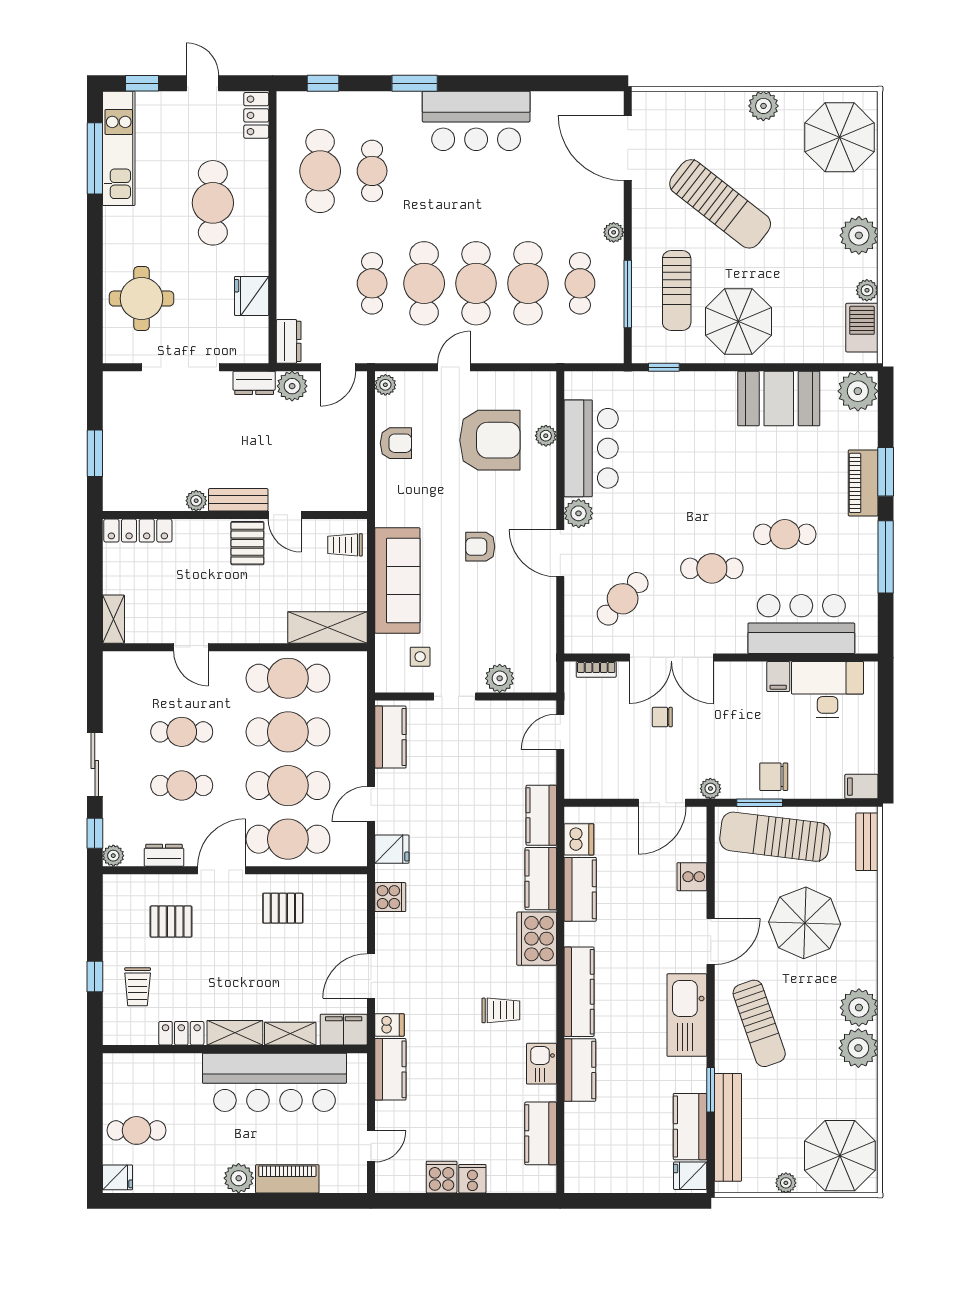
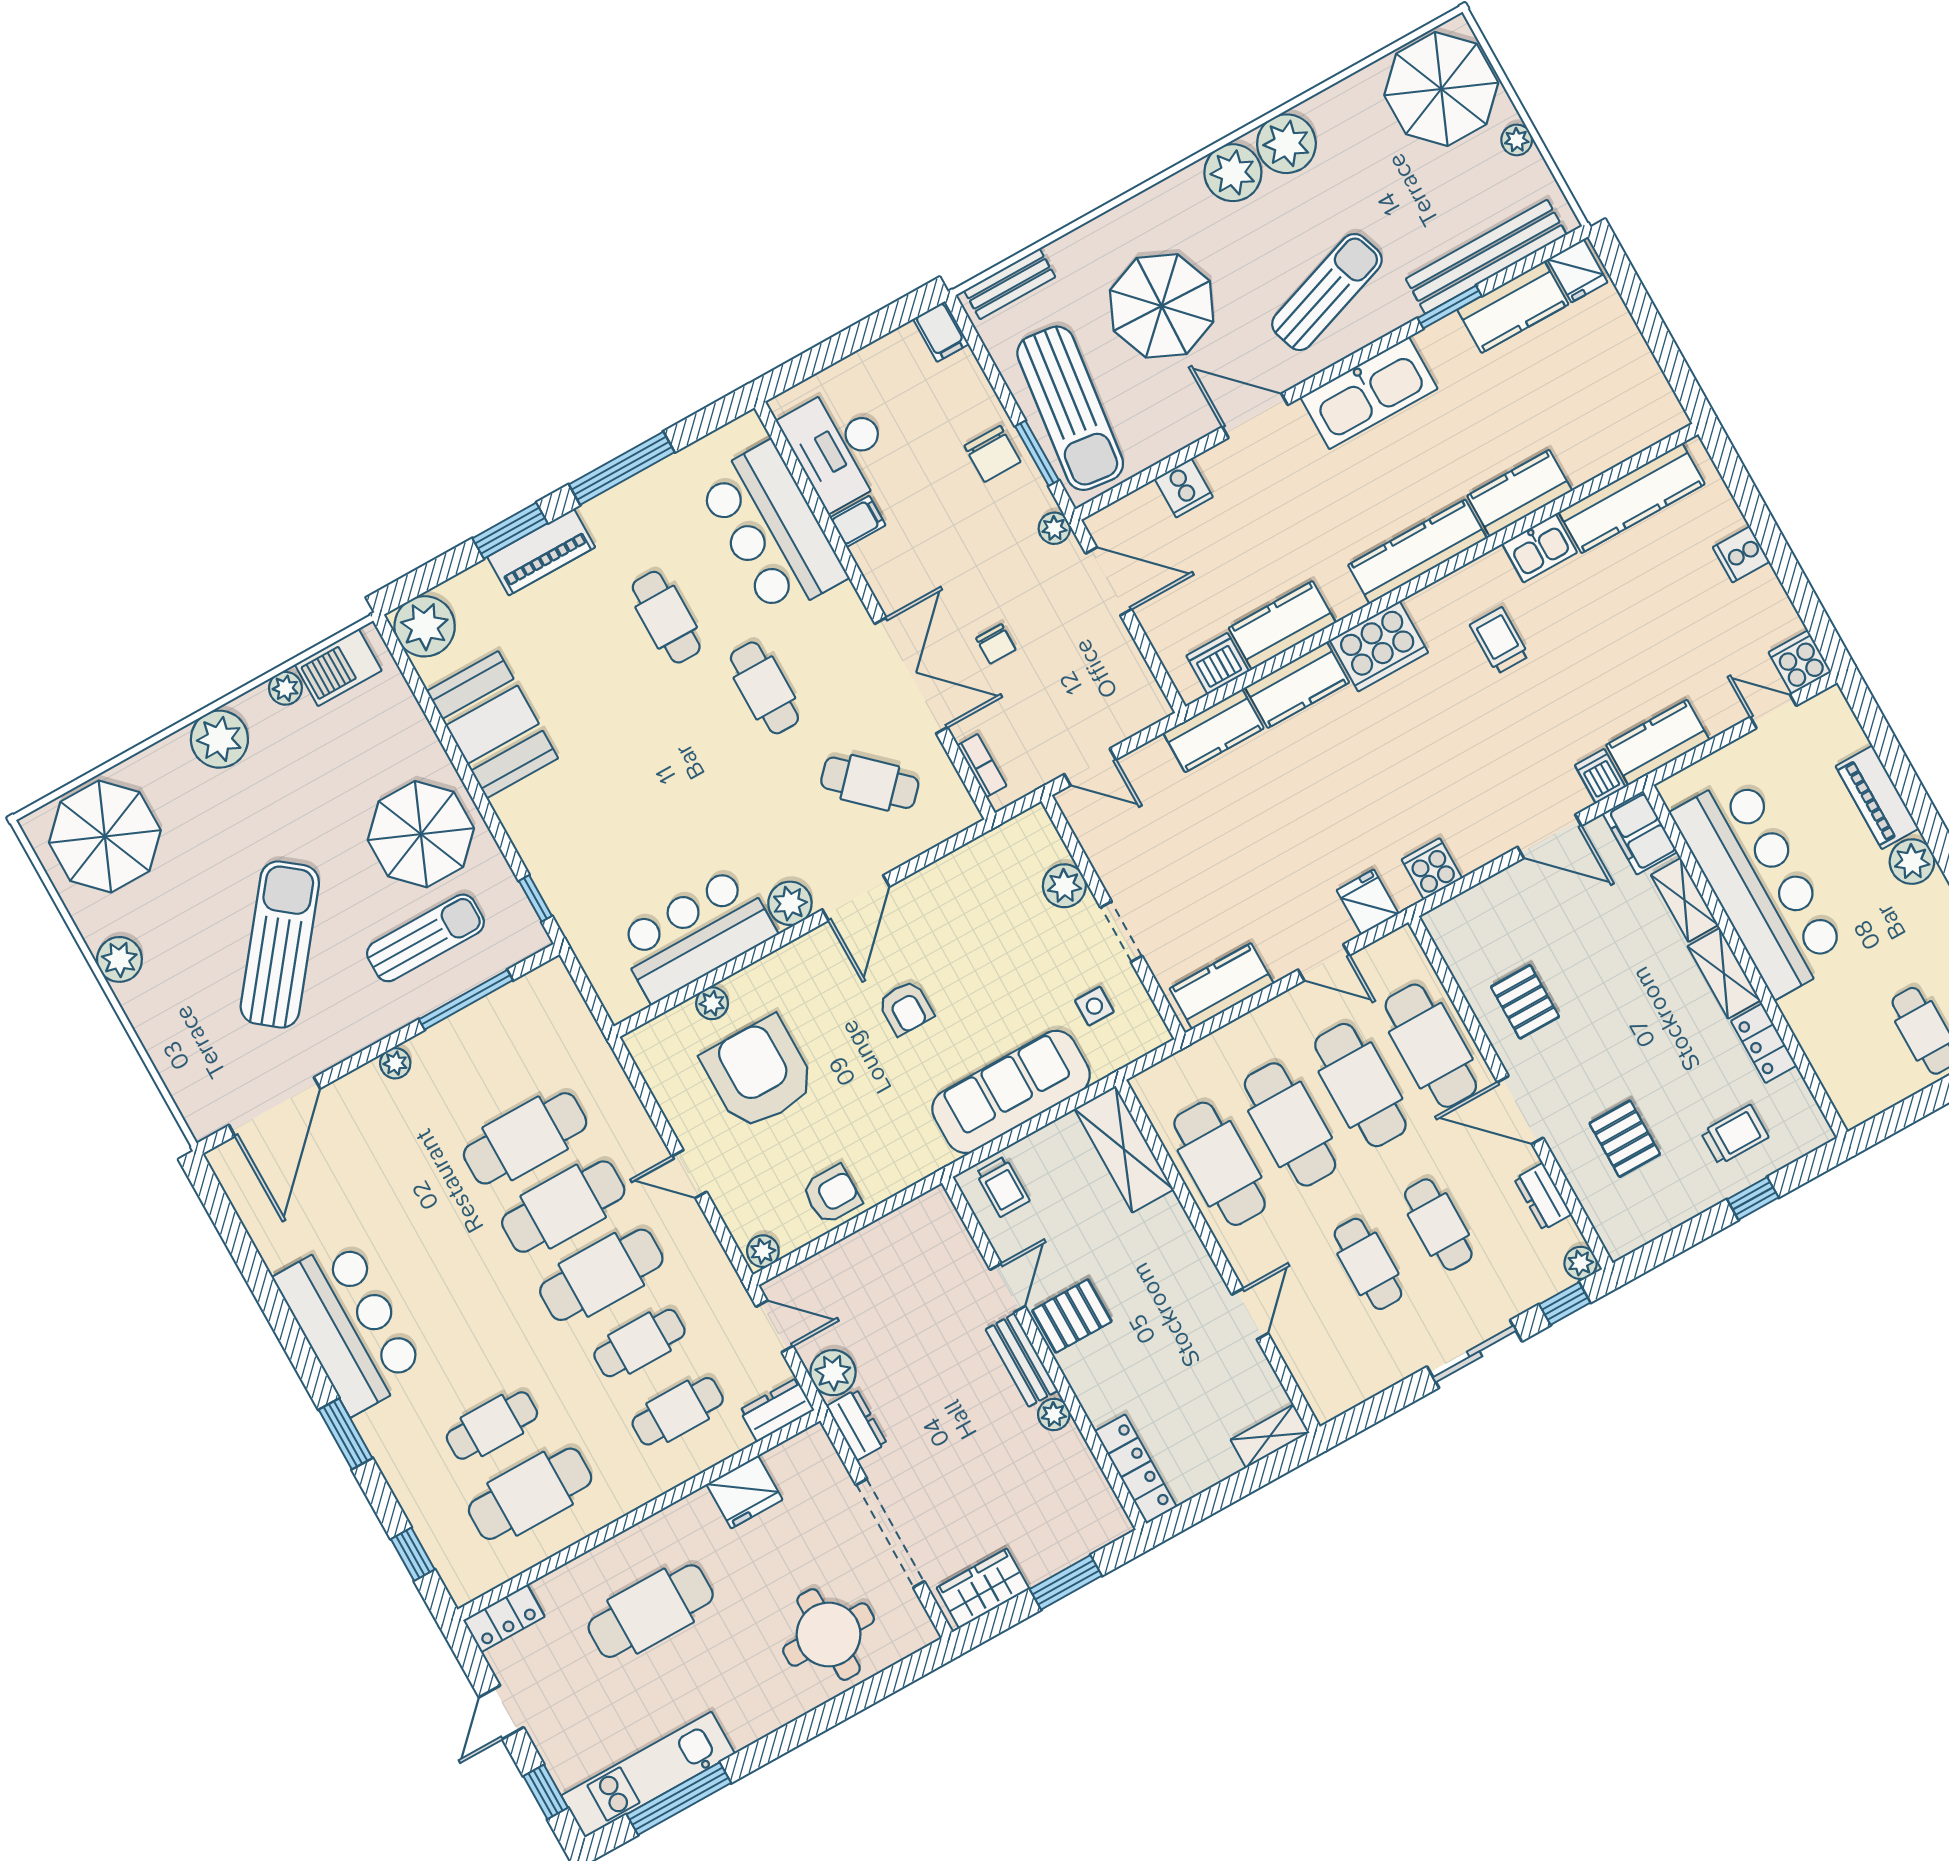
cafe table: (580, 283) -> (678, 1411), moved
wardrobe: (118, 403) -> (983, 1588), added
armchair: (396, 443) -> (832, 1194), turned 90
kitchen counter: (541, 1133) -> (1632, 498), width x1.50
cooker: (442, 1177) -> (1800, 662), moved, turned 90

